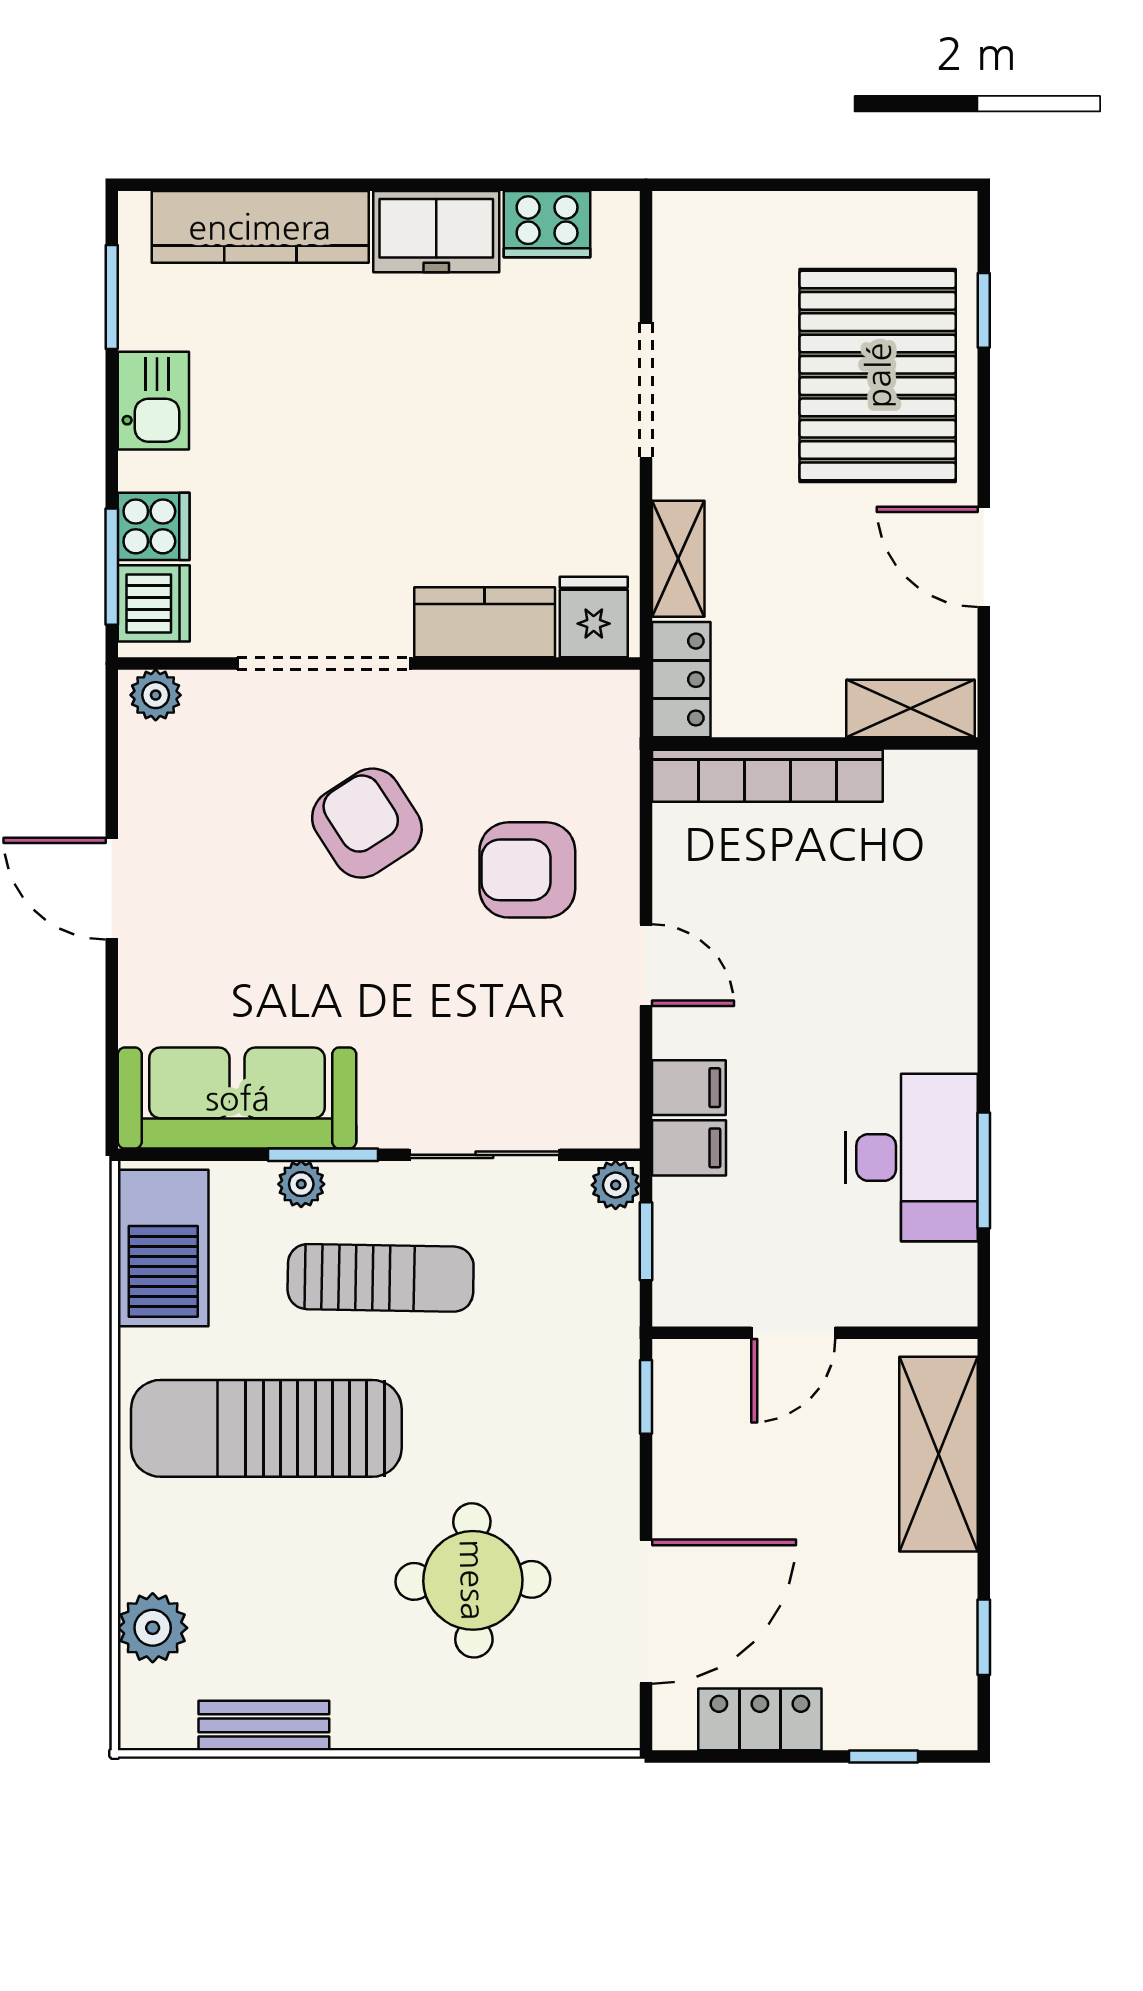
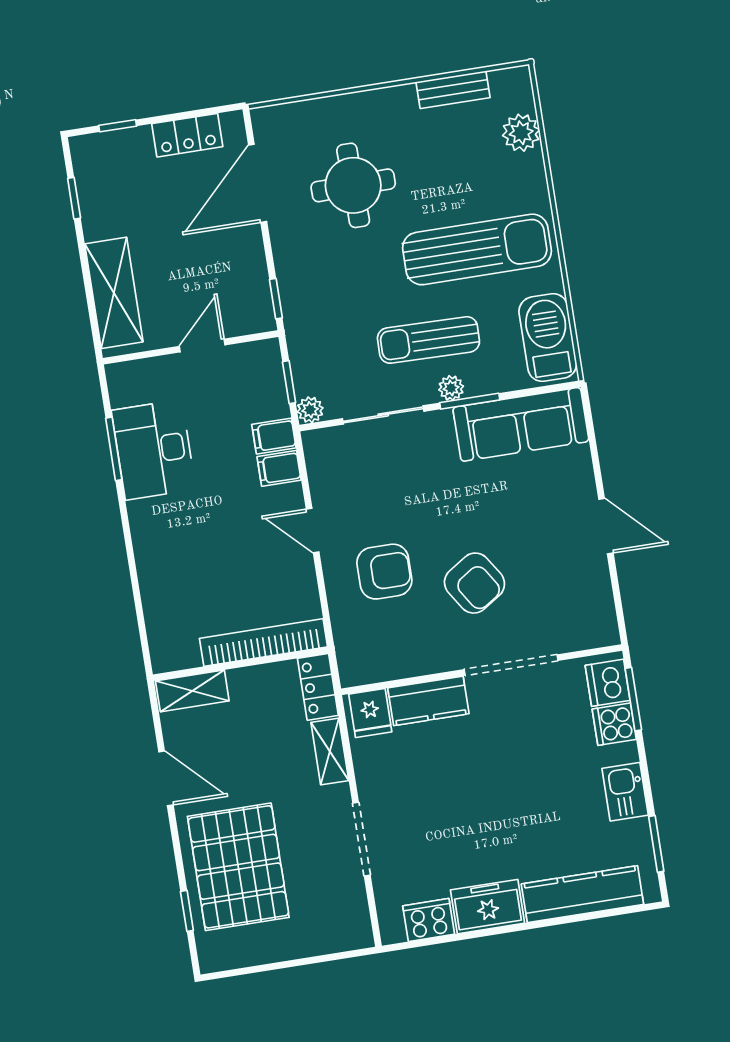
plant: (156, 695) -> (599, 634), removed
plant: (301, 1184) -> (451, 388), moved

